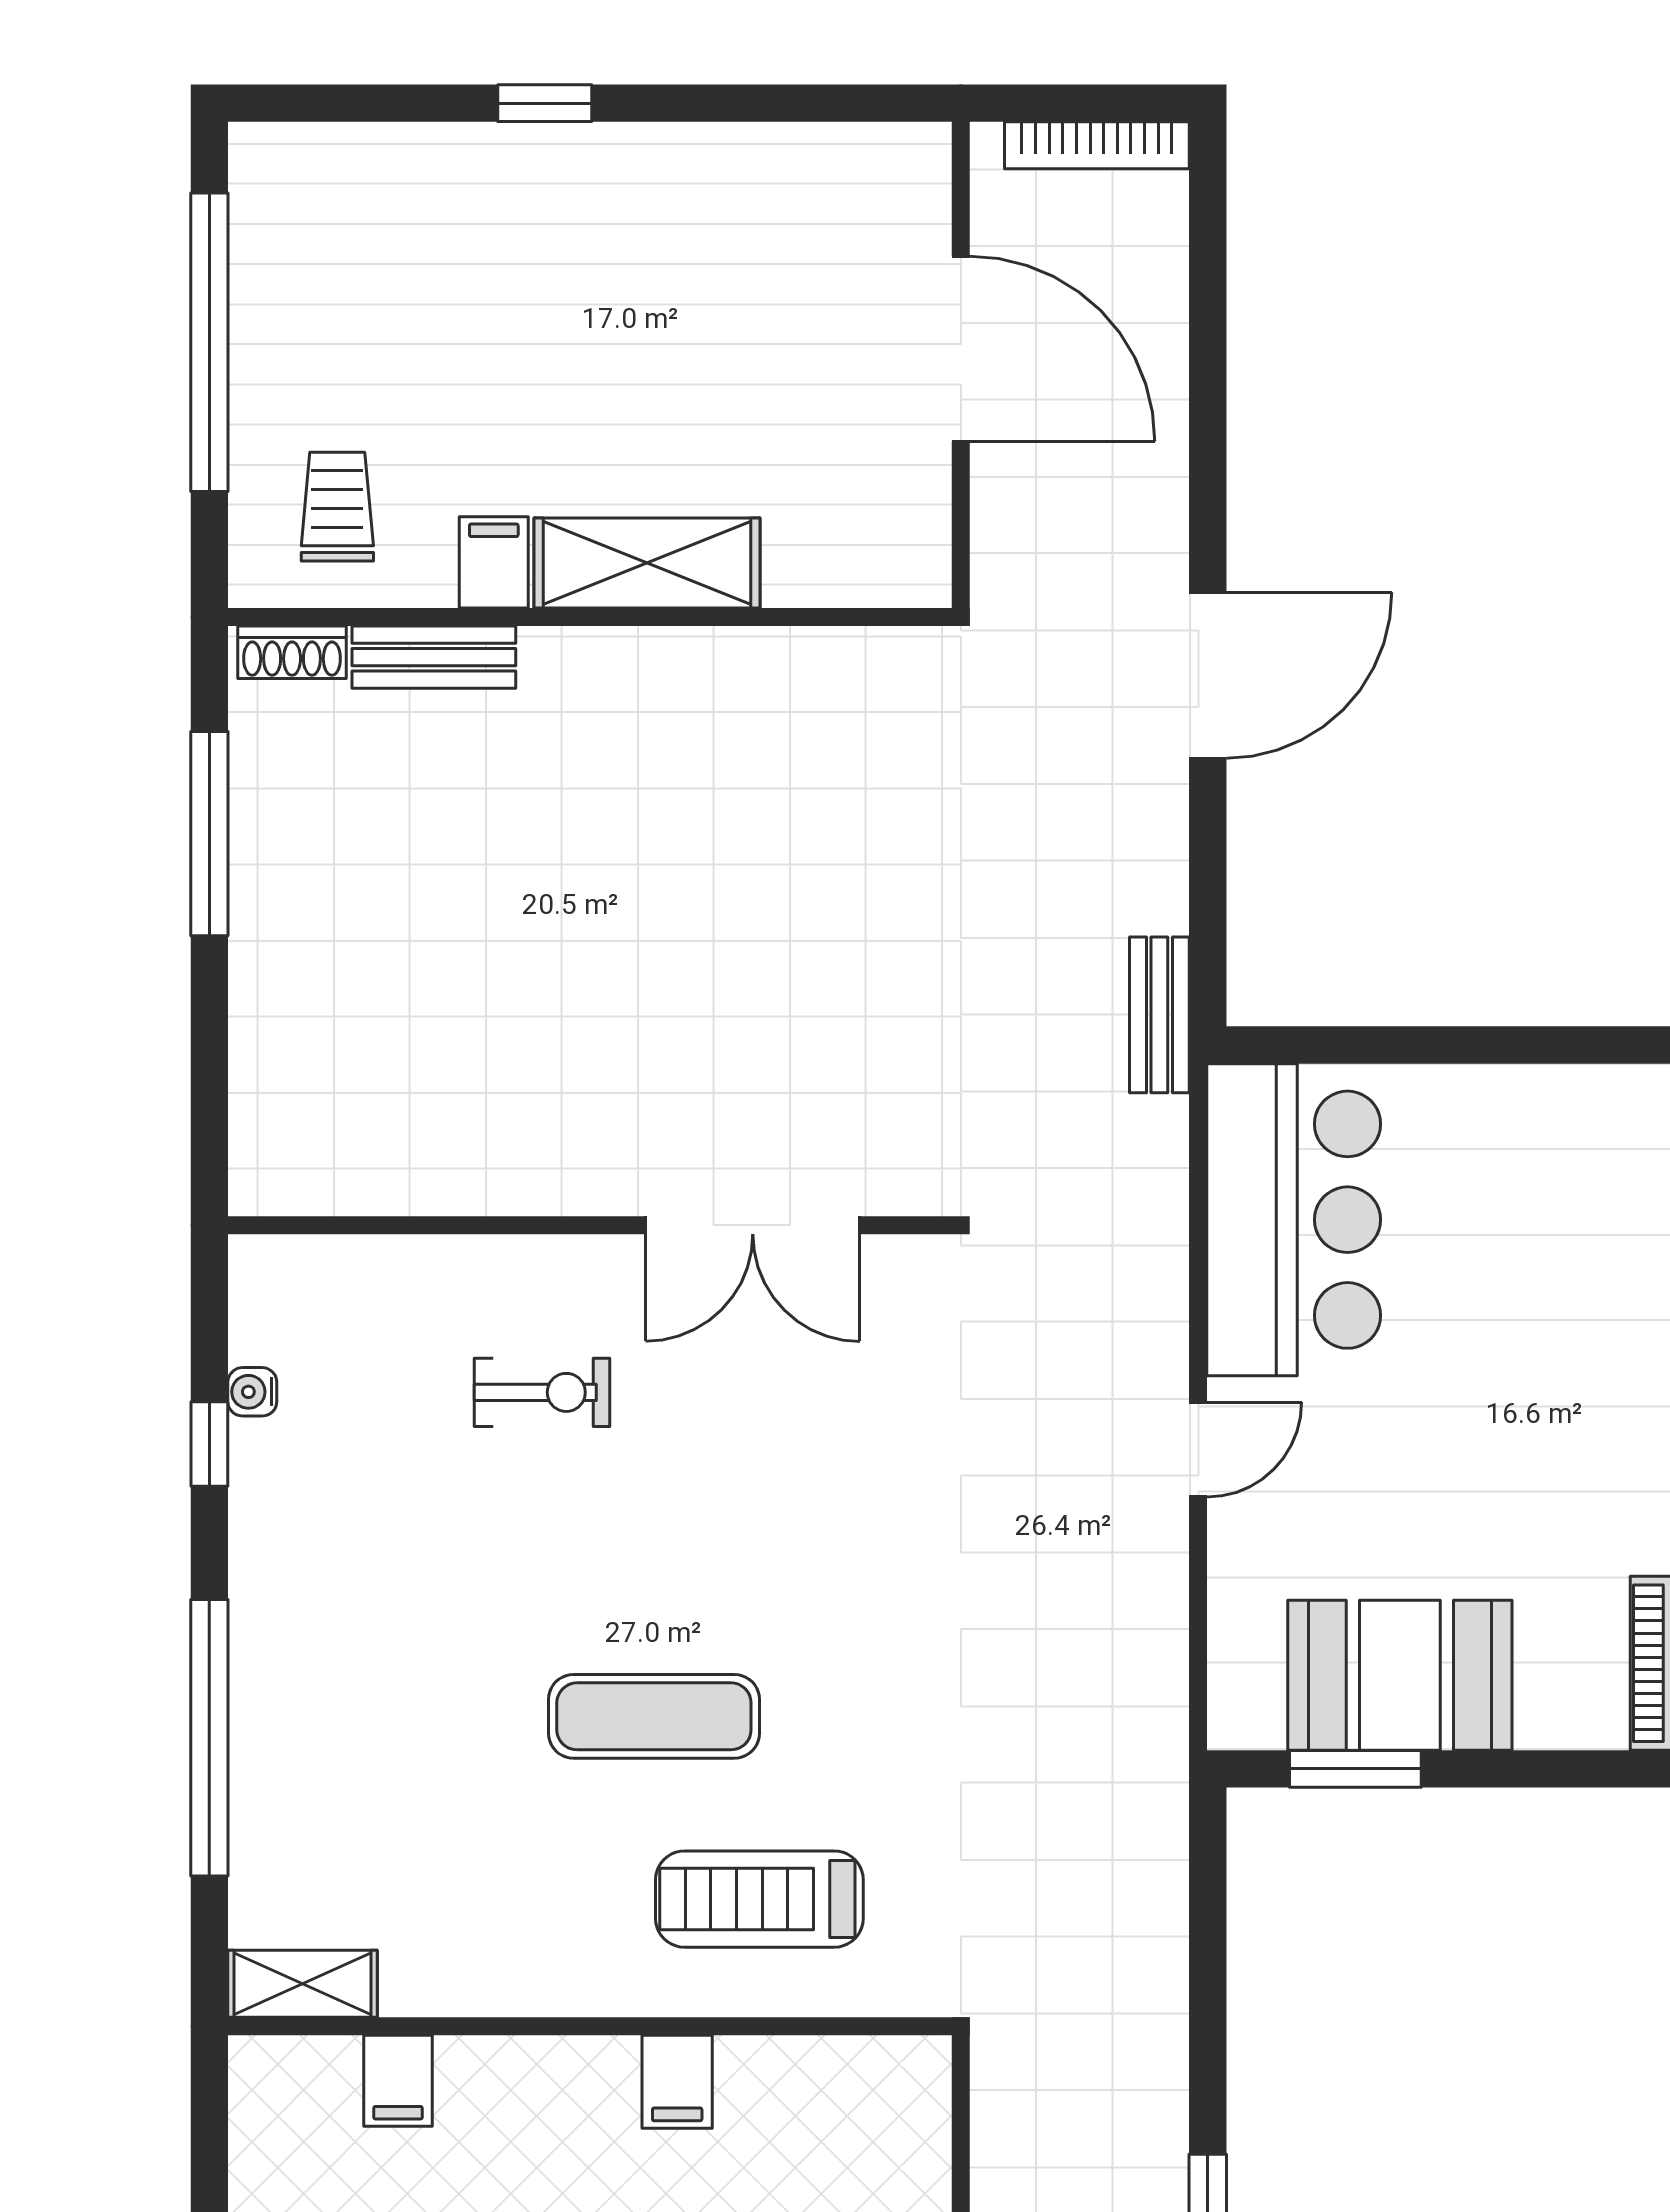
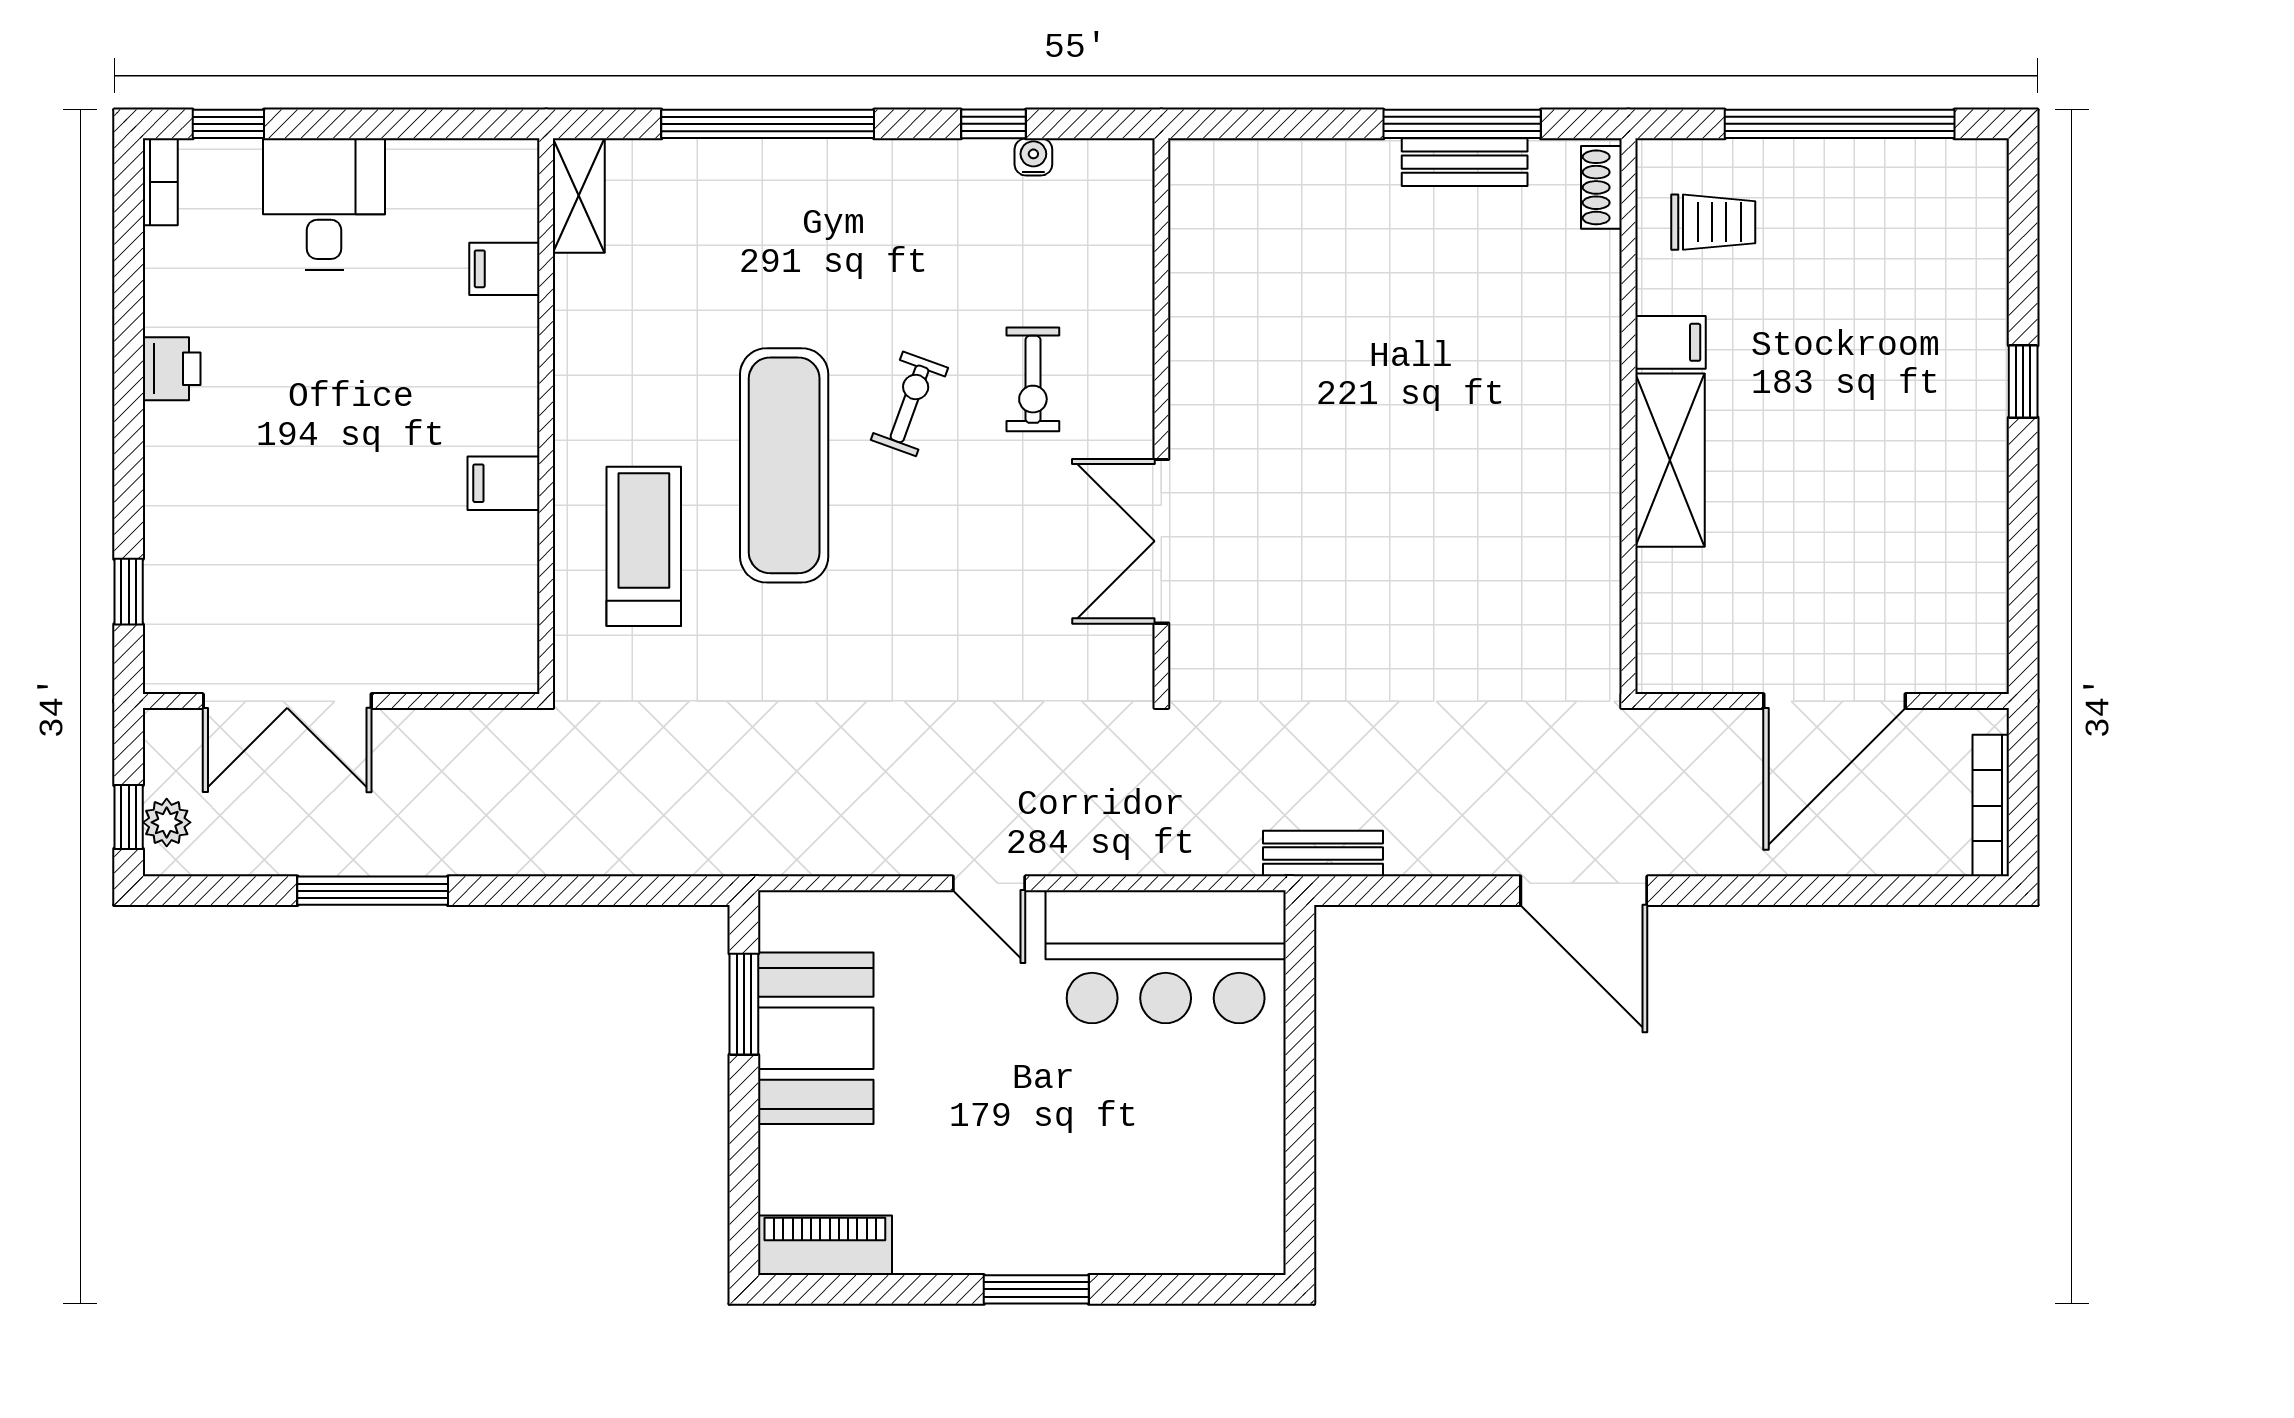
bench: (434, 657) -> (1465, 162), moved, turned 90
exercise bike: (574, 1553) -> (909, 404), added
exercise mat: (654, 1716) -> (784, 465), width x1.36, depth x1.45

